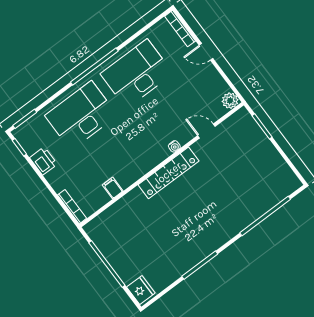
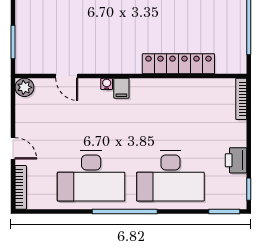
locker: (168, 173) -> (178, 64), moved
filing cabinet: (113, 188) -> (121, 88), moved

